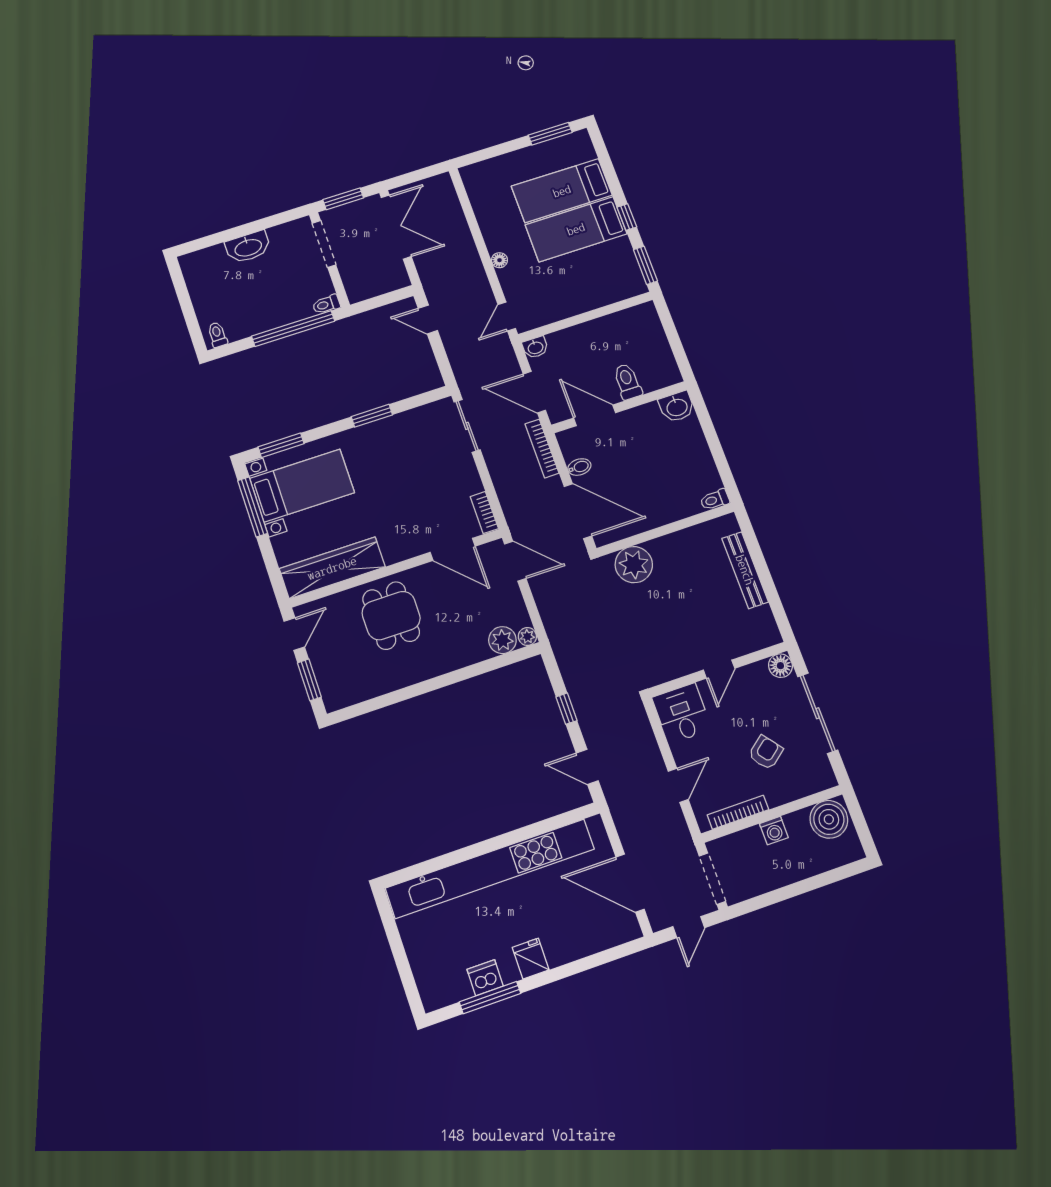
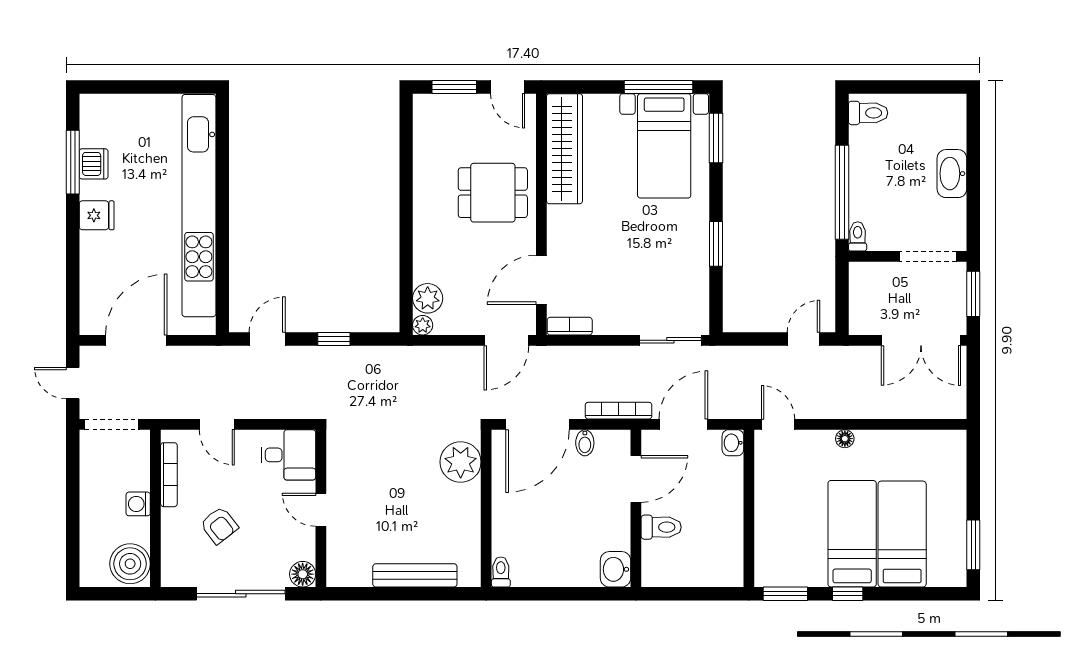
toilet: (217, 335) -> (868, 113), width x1.37, depth x1.39

